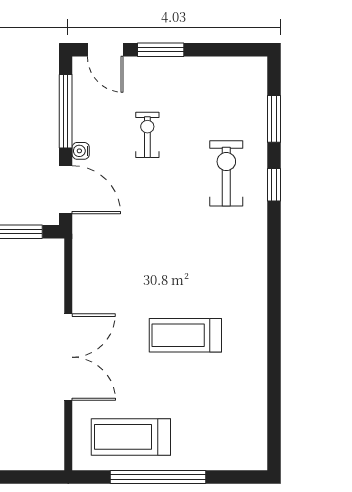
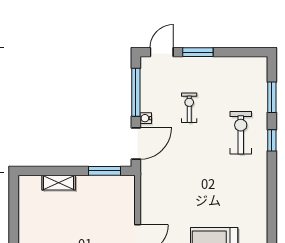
door: (105, 50) -> (162, 52), swing flipped
door: (66, 190) -> (136, 143), hinge flipped

